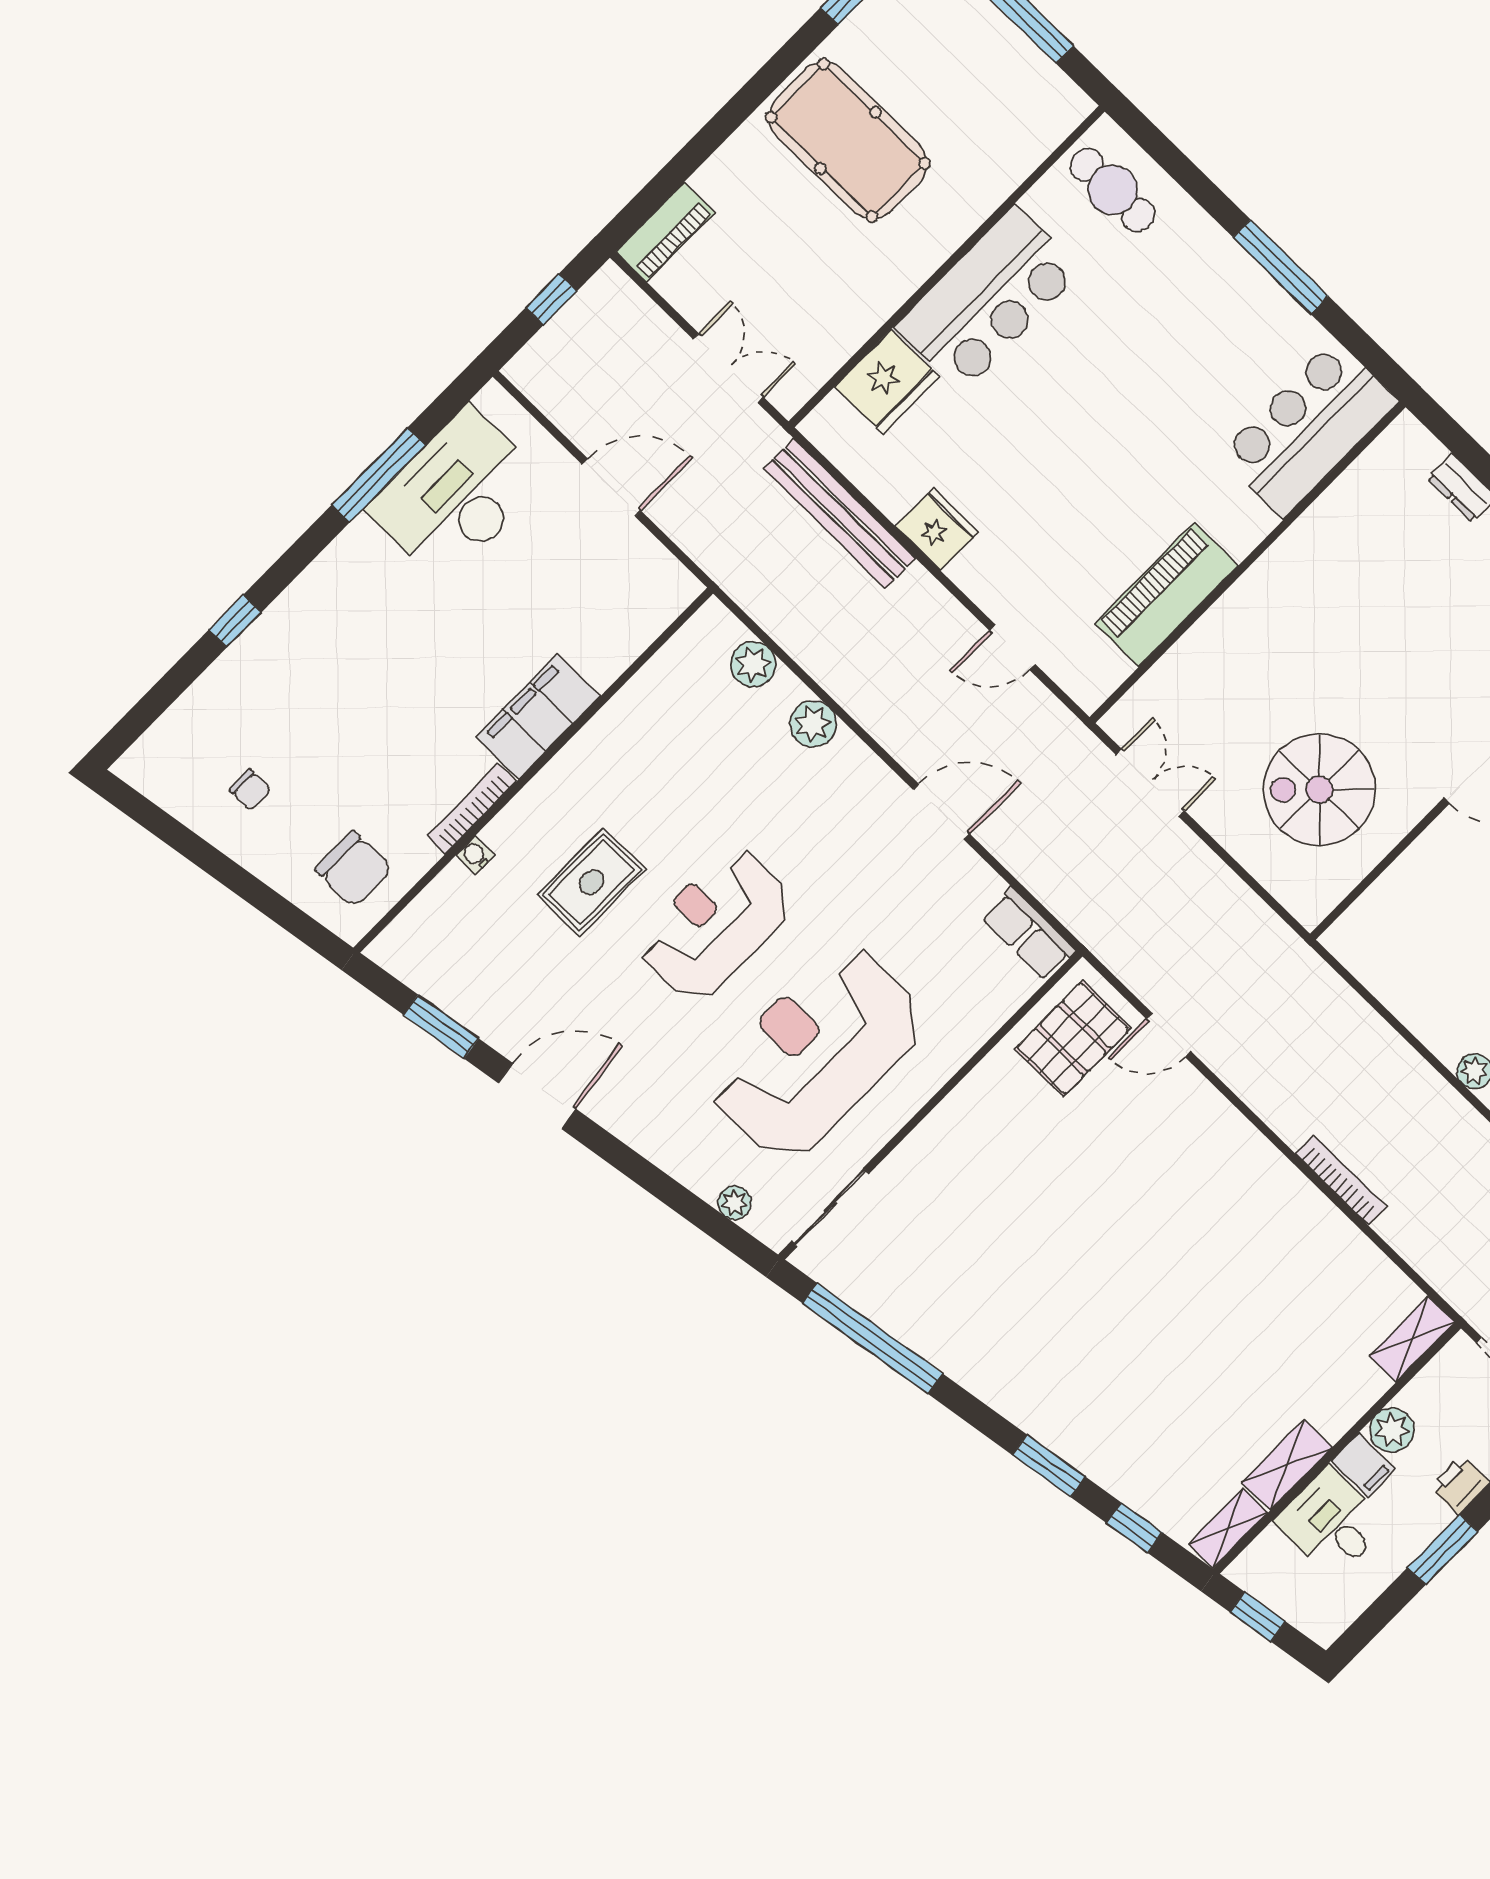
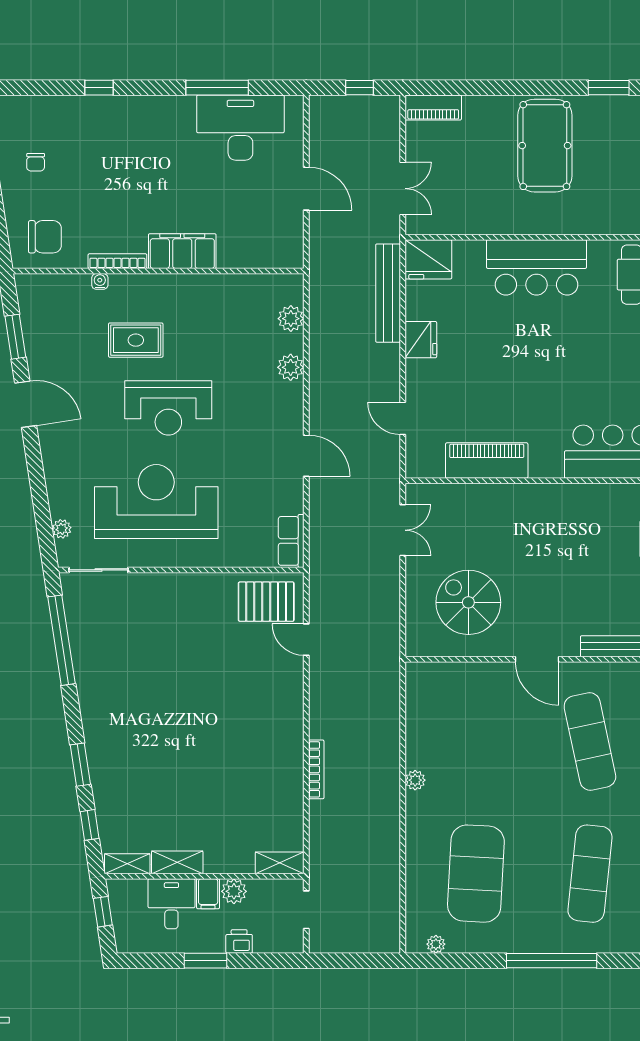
fridge: (887, 382) -> (428, 259), moved
chair: (354, 869) -> (45, 237), turned -90
reception desk: (715, 924) -> (168, 408), turned 180

